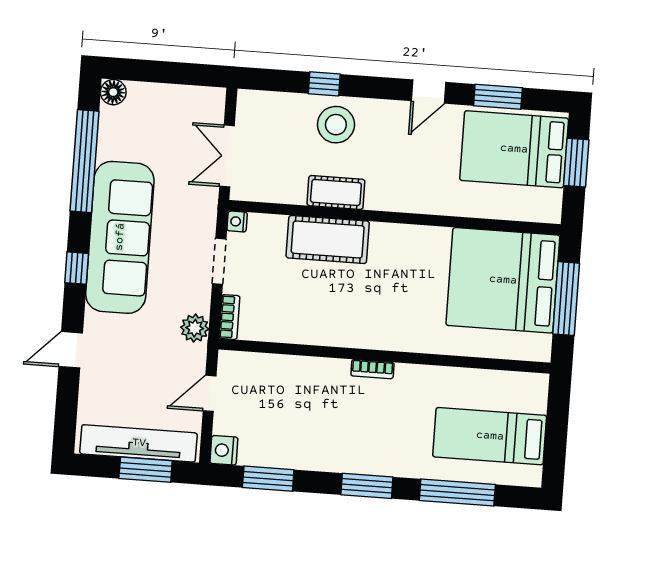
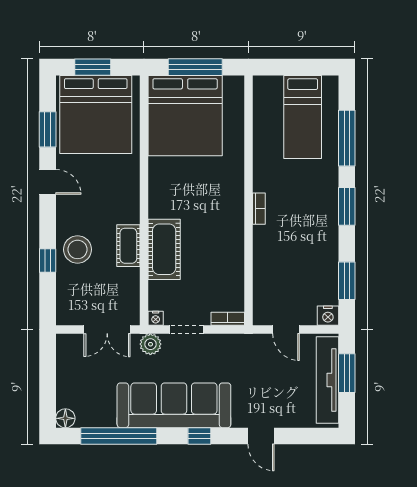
bed: (514, 149) -> (96, 114), width x1.36
plant: (195, 328) -> (150, 344), moved

